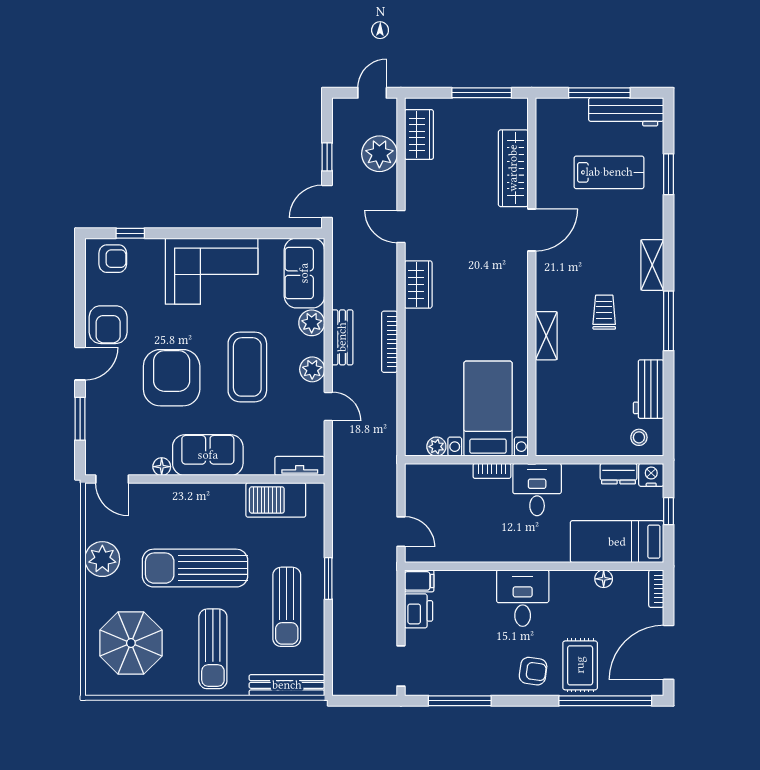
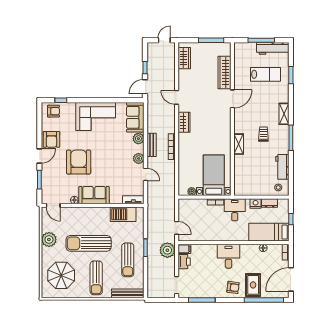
plant: (379, 154) -> (167, 250), moved
coffee table: (247, 367) -> (111, 157), removed
nightstand: (651, 475) -> (256, 204), moved

